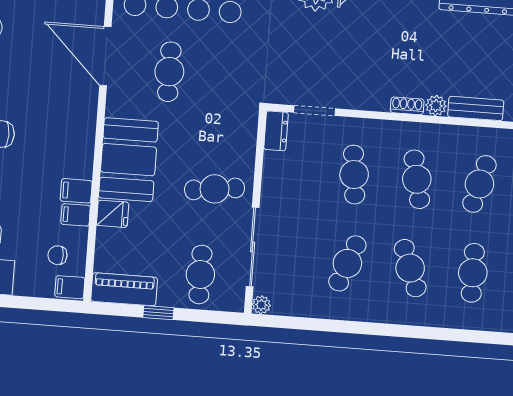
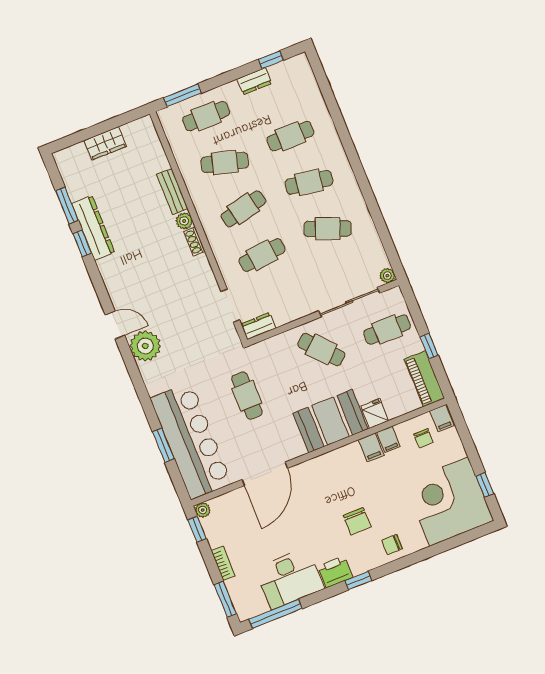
cafe table: (169, 72) -> (247, 396), moved, turned 90
cafe table: (215, 189) -> (321, 349), turned -35
cafe table: (410, 268) -> (309, 182), turned 30

